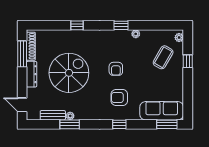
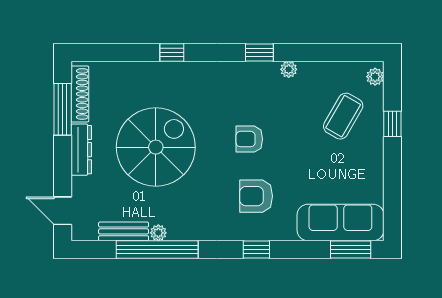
armchair: (116, 69) -> (249, 139), turned 90
window: (70, 124) -> (157, 249), width x2.11

